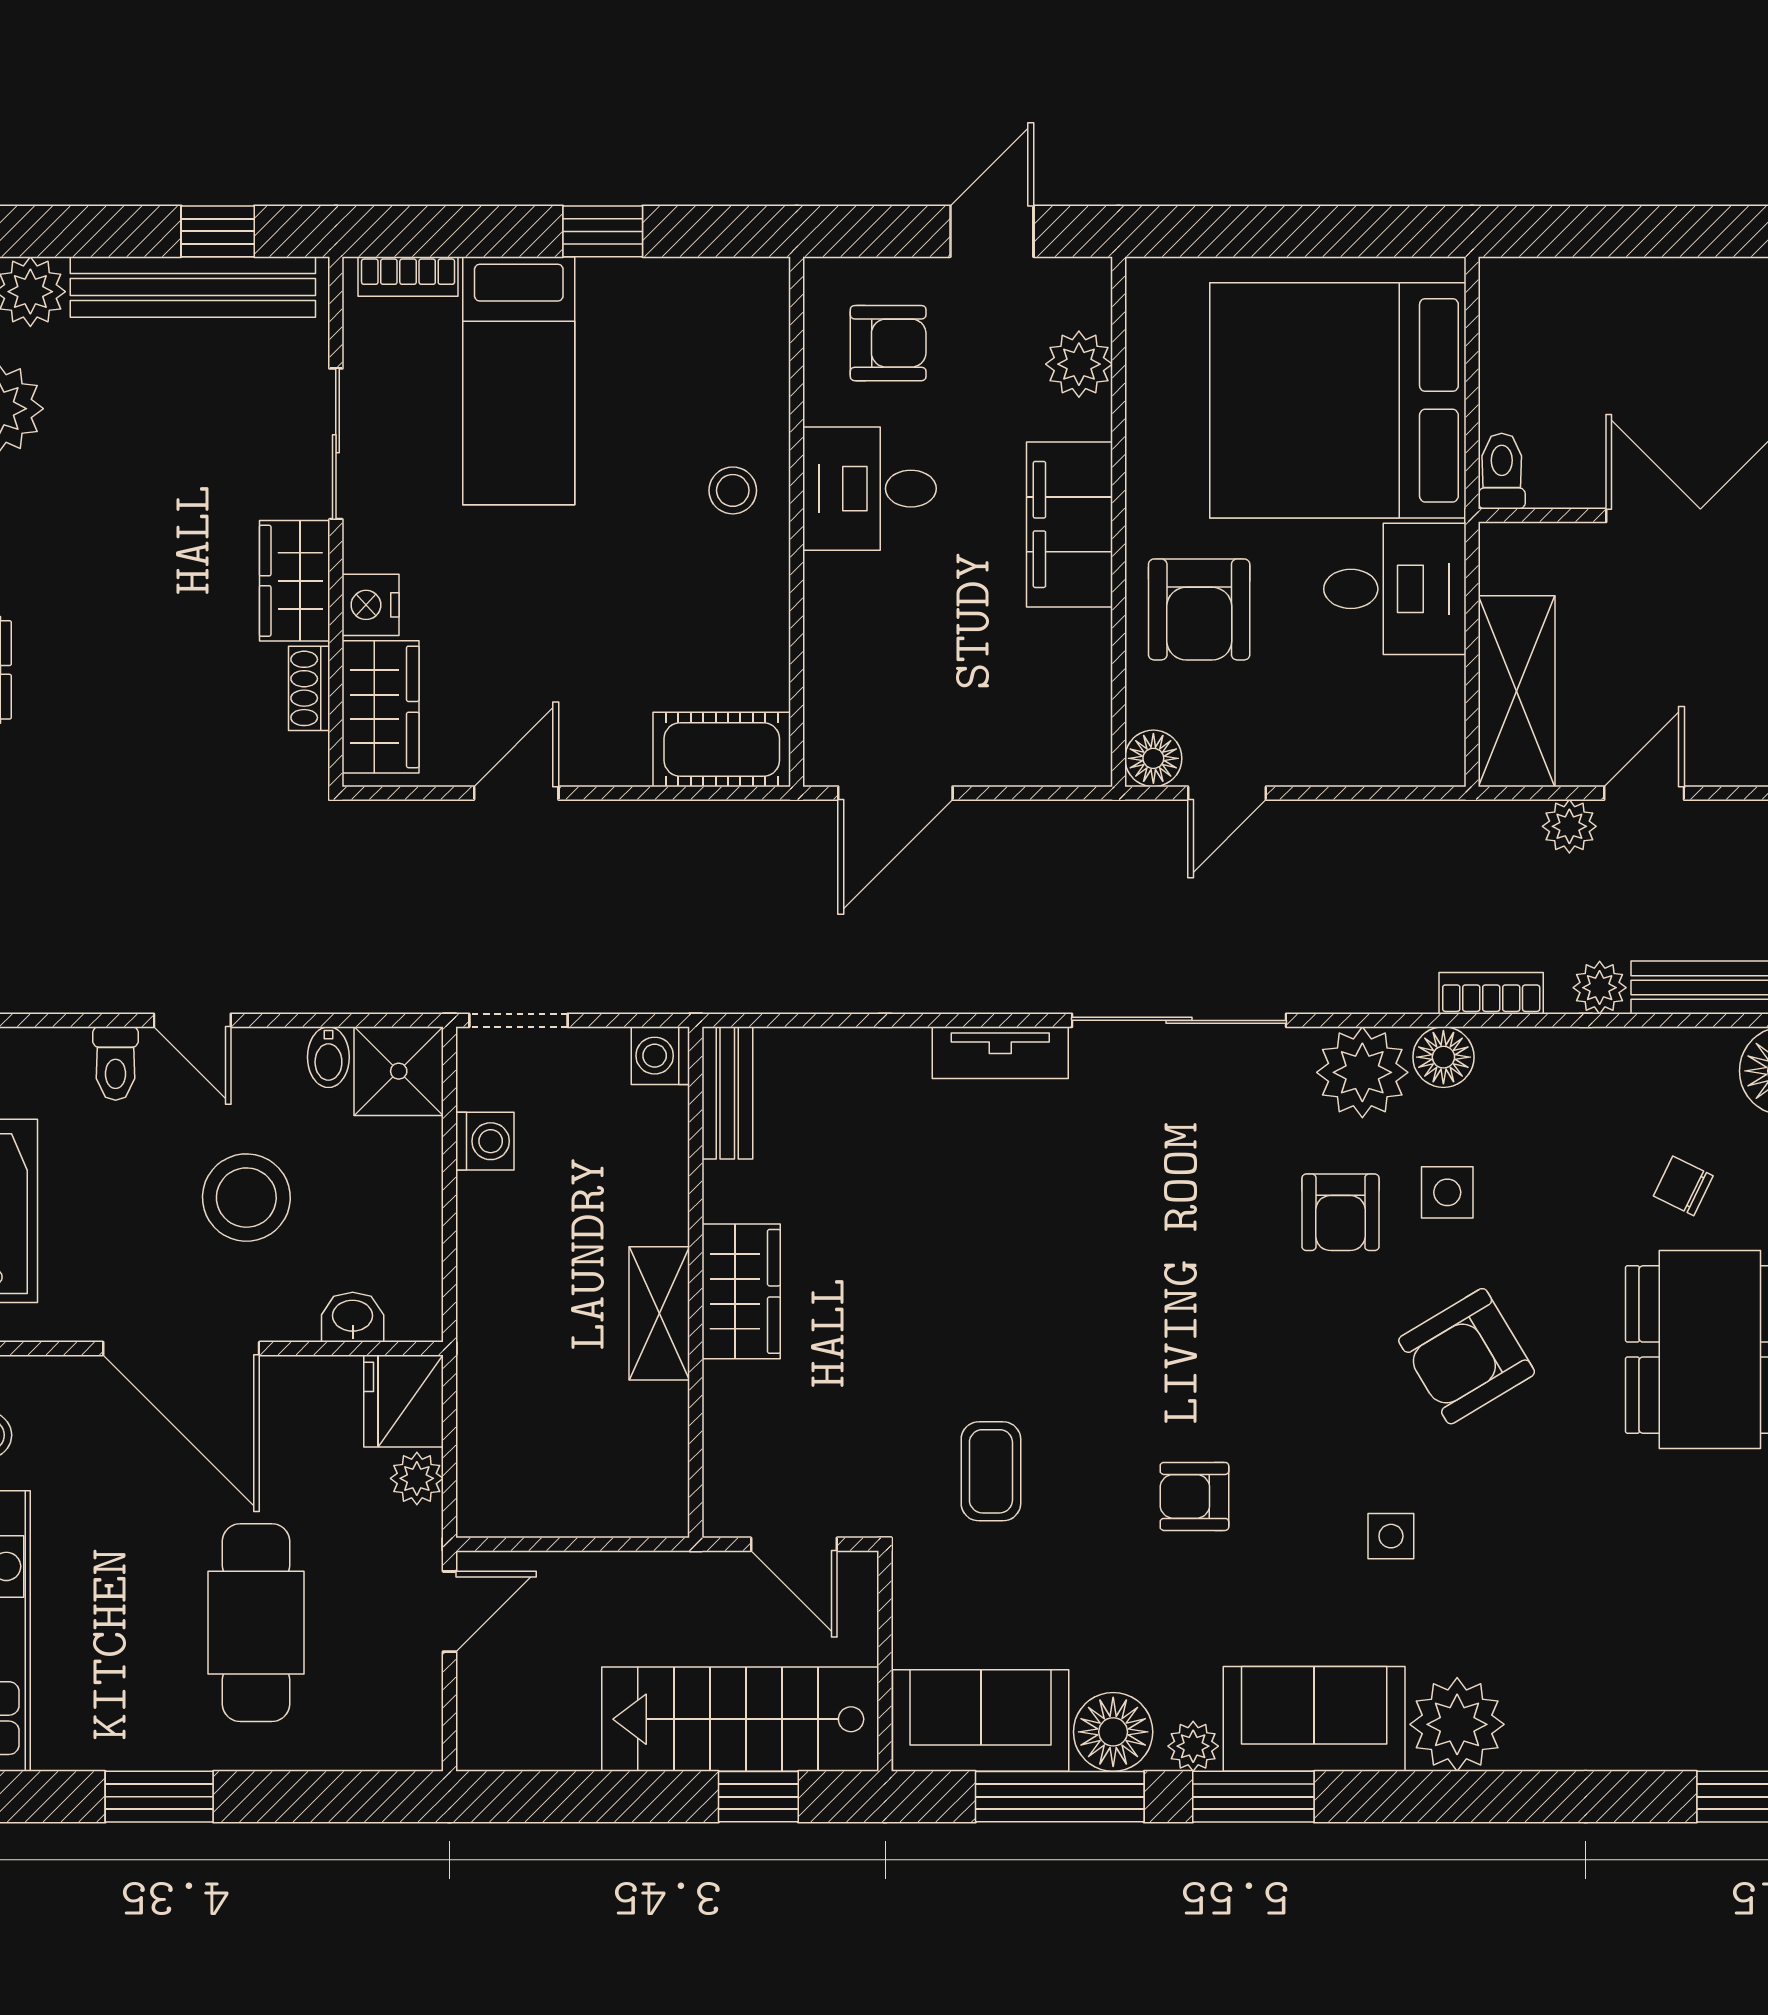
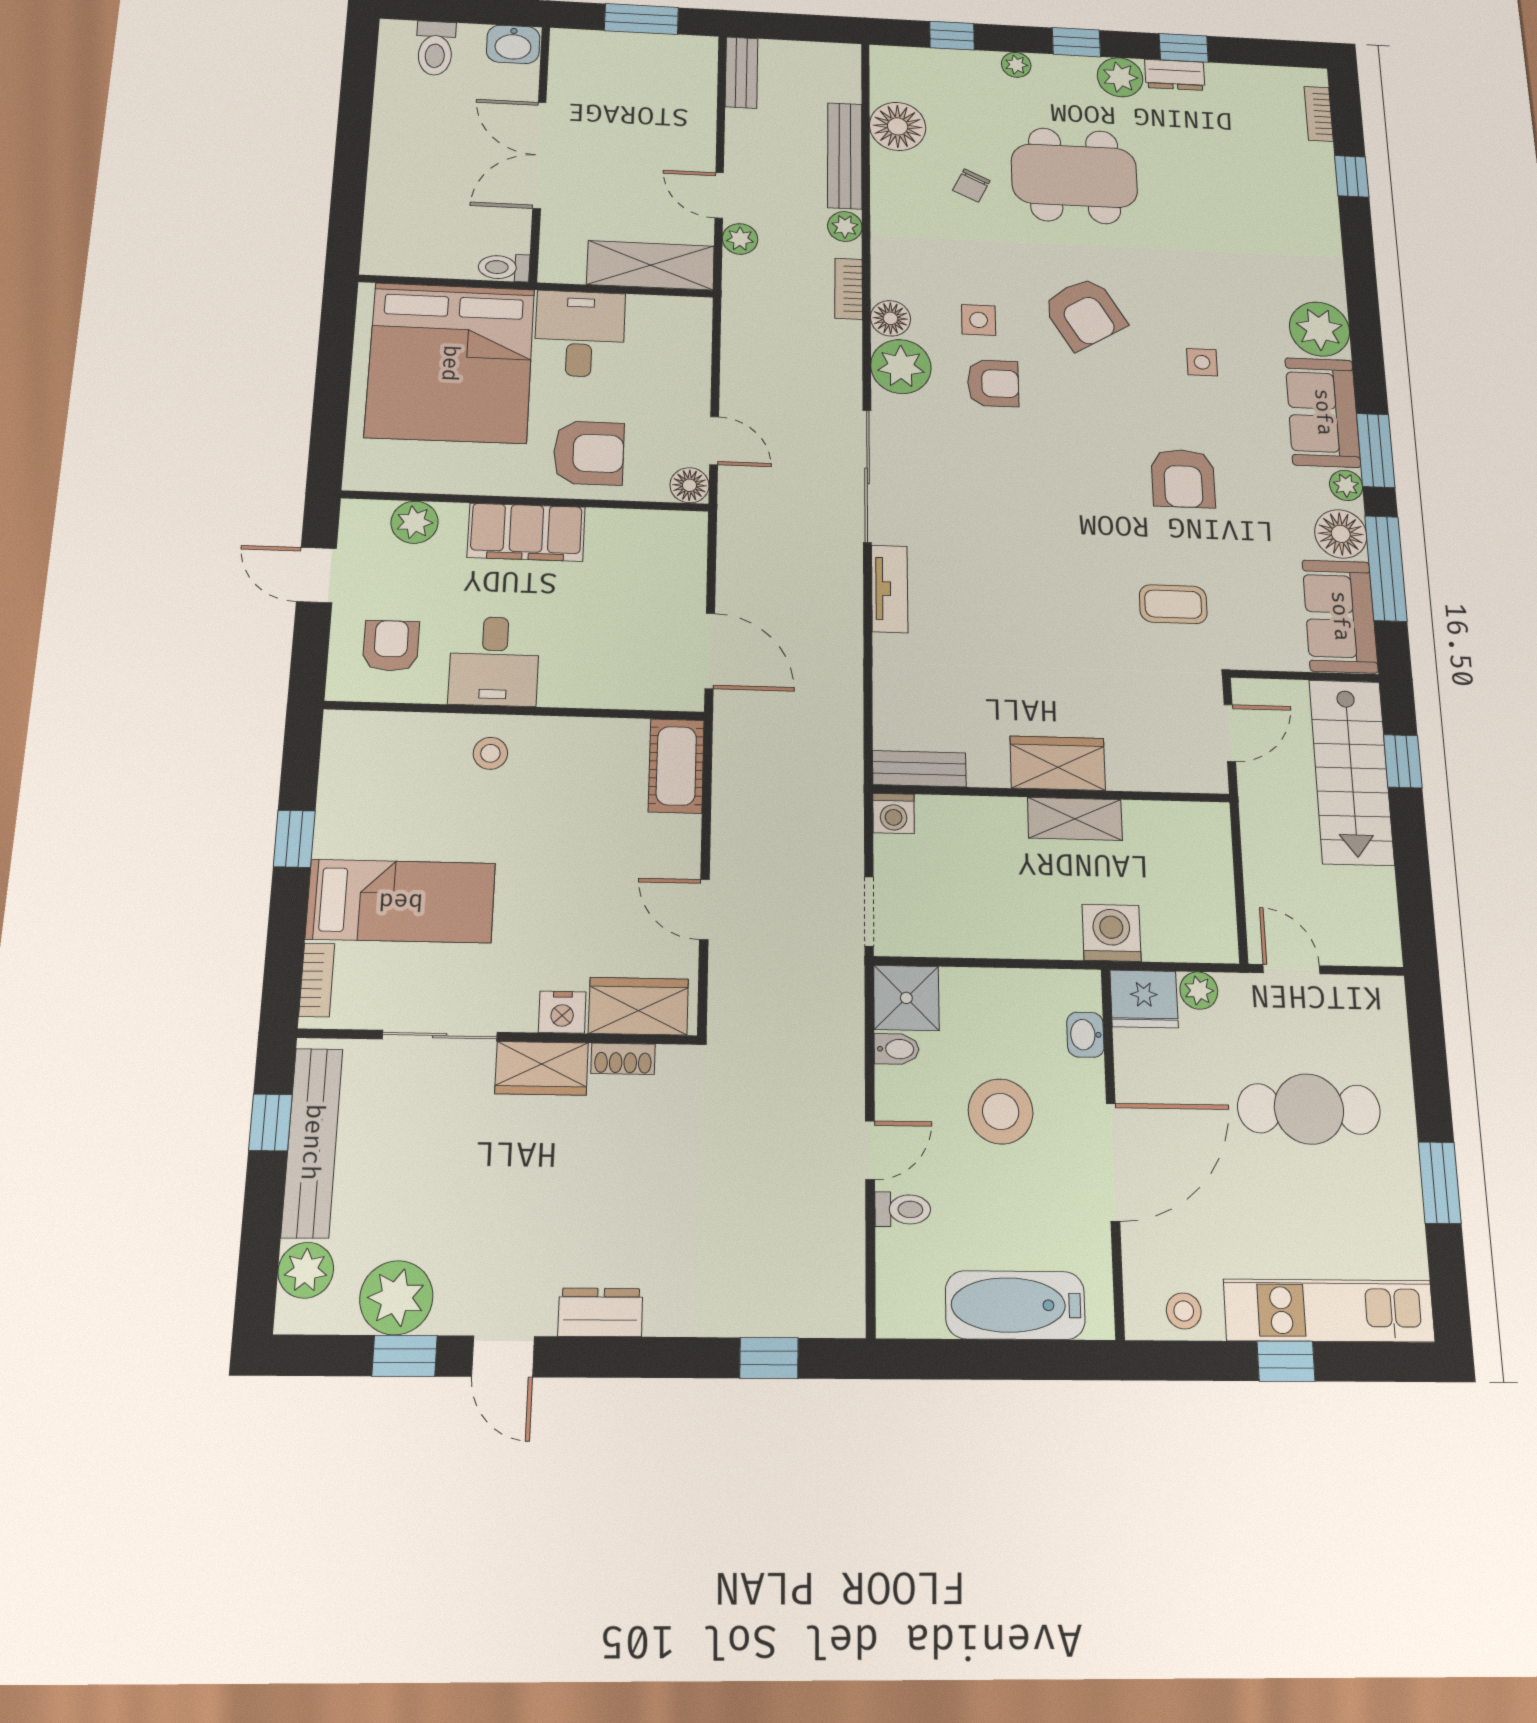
washing machine: (485, 1141) -> (1112, 933), moved, width x1.38, depth x1.38
armchair: (1194, 1496) -> (1183, 478), width x1.38, depth x1.38

